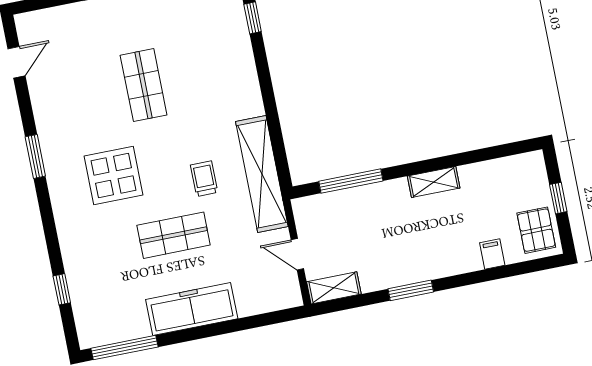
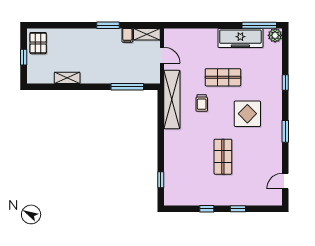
shelving: (434, 182) -> (67, 78), moved
filing cabinet: (492, 254) -> (127, 35), moved
window: (62, 289) -> (285, 83), moved
freezer: (192, 309) -> (240, 38), moved
plant: (91, 334) -> (275, 35), added

